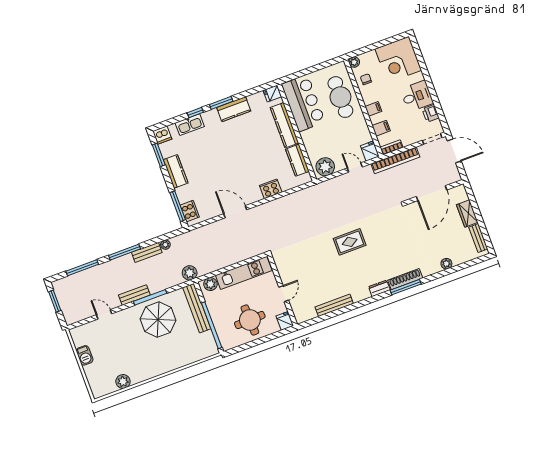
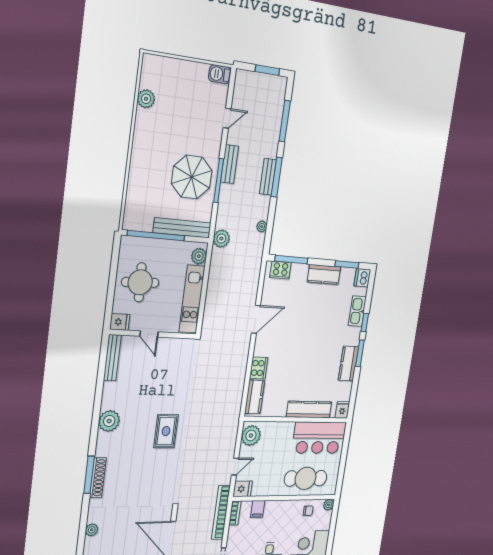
filing cabinet: (373, 109) -> (279, 508), removed
kitchen counter: (297, 160) -> (255, 397), moved, turned 90
bench: (147, 252) -> (268, 177), moved
dresser: (379, 288) -> (102, 445), removed
plant: (360, 292) -> (109, 421), added
bench: (334, 305) -> (112, 358), moved
barbecue: (85, 355) -> (220, 74), moved

